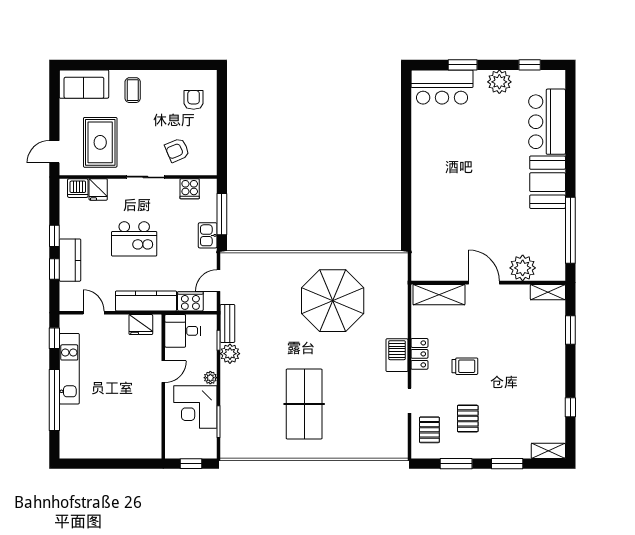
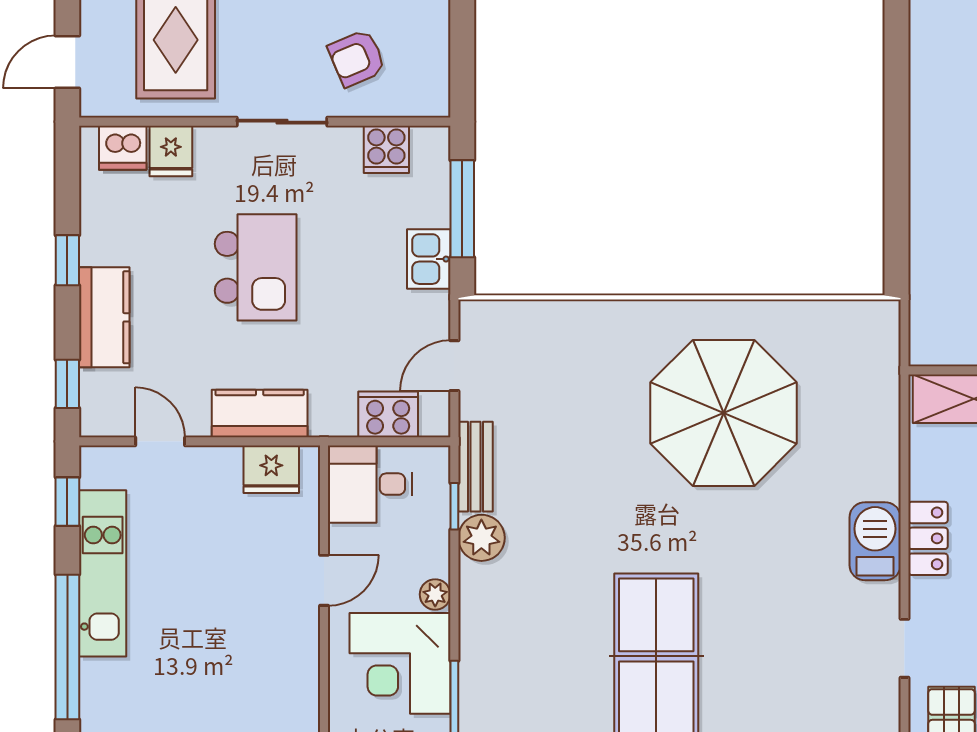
kitchen island: (134, 239) -> (256, 267), turned -90
window: (54, 269) -> (67, 384), moved
kitchen counter: (146, 301) -> (260, 414), width x0.67

